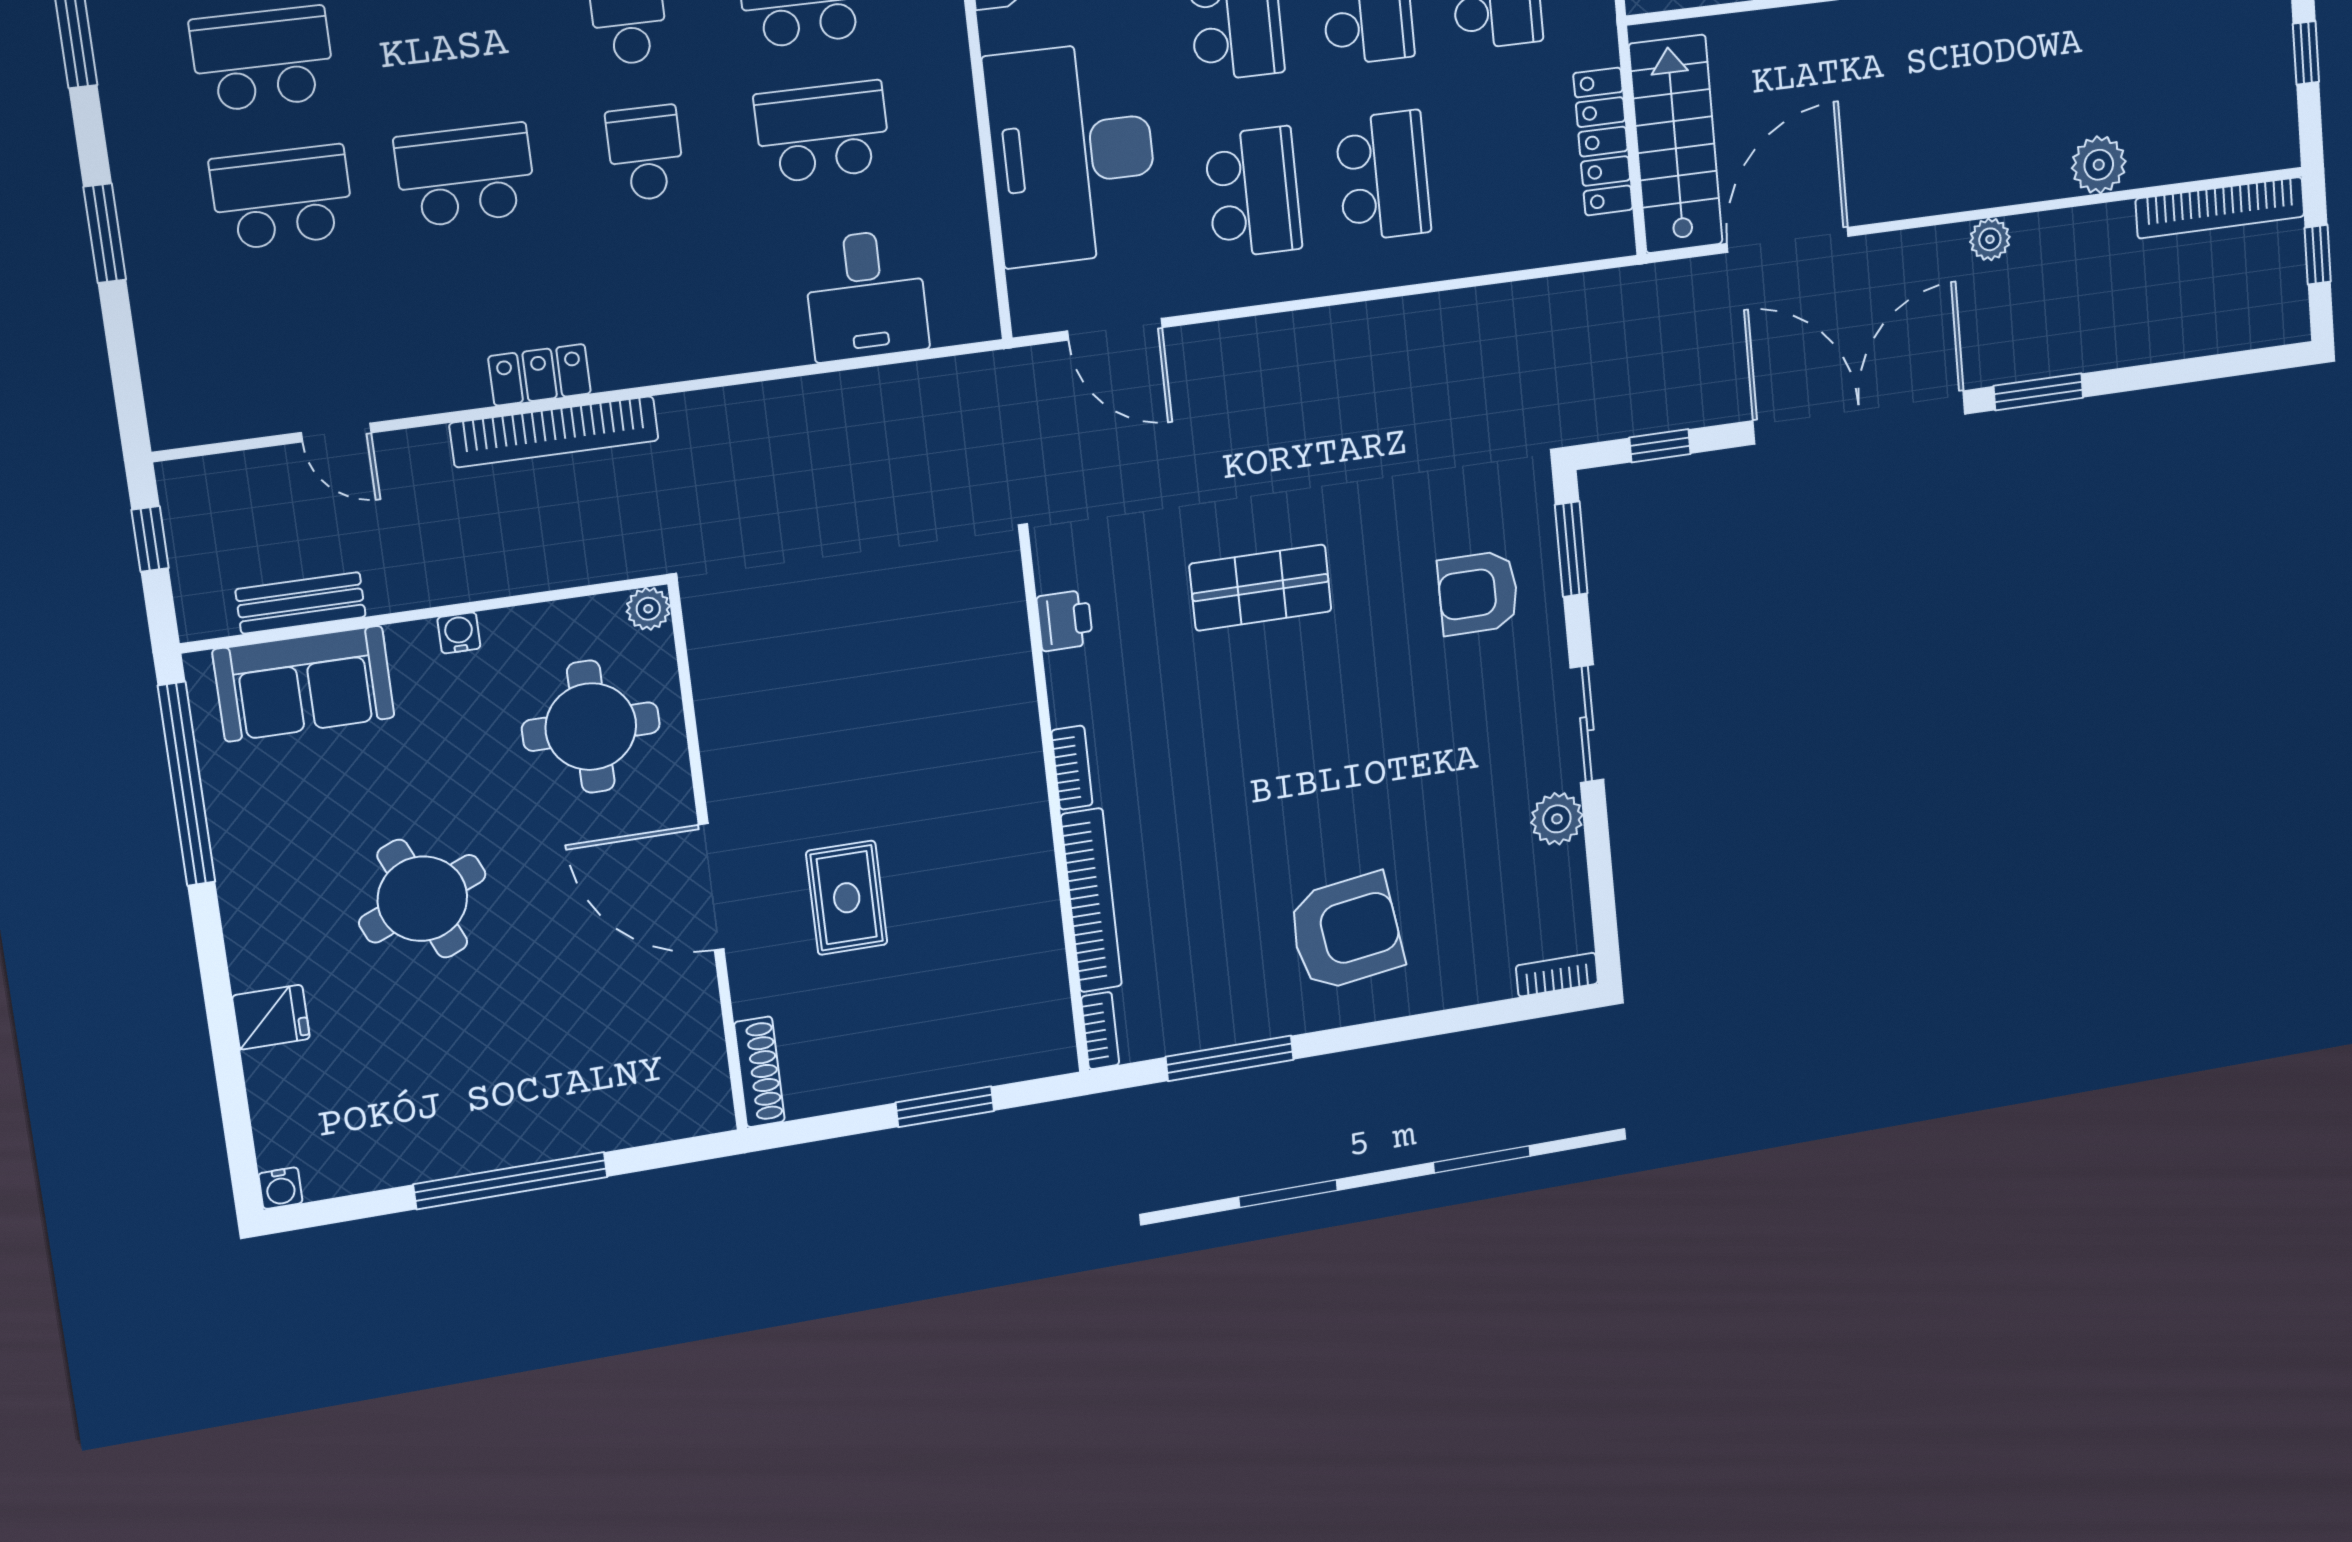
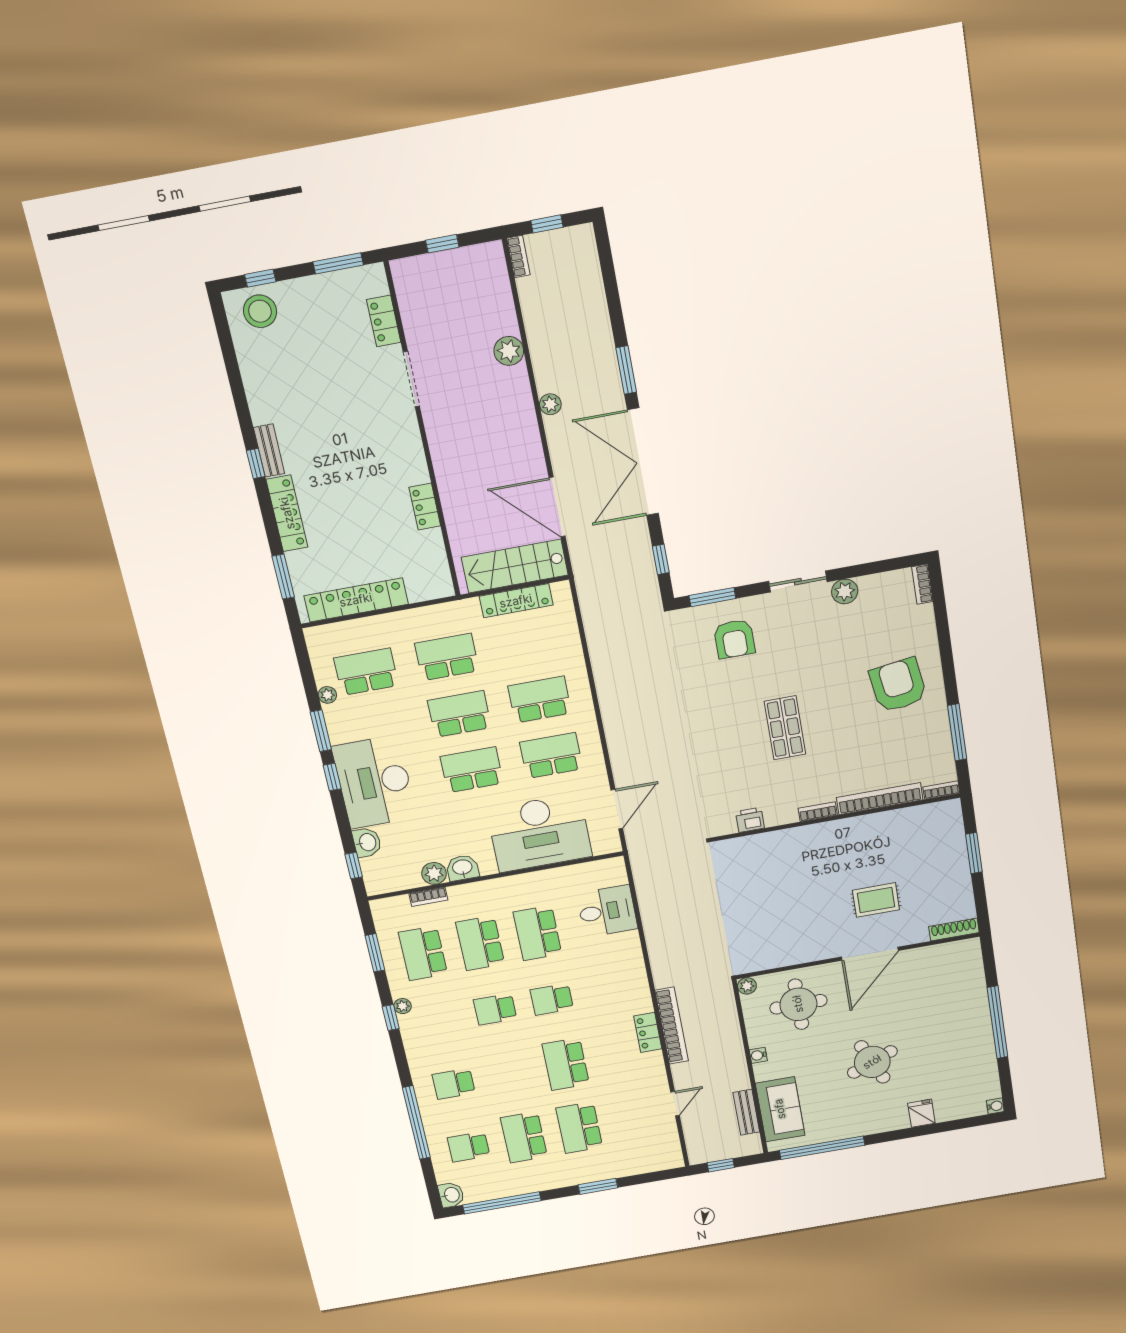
bookcase: (2220, 208) -> (518, 257), width x0.43, depth x0.76
shop shelf: (1261, 588) -> (785, 728), moved

